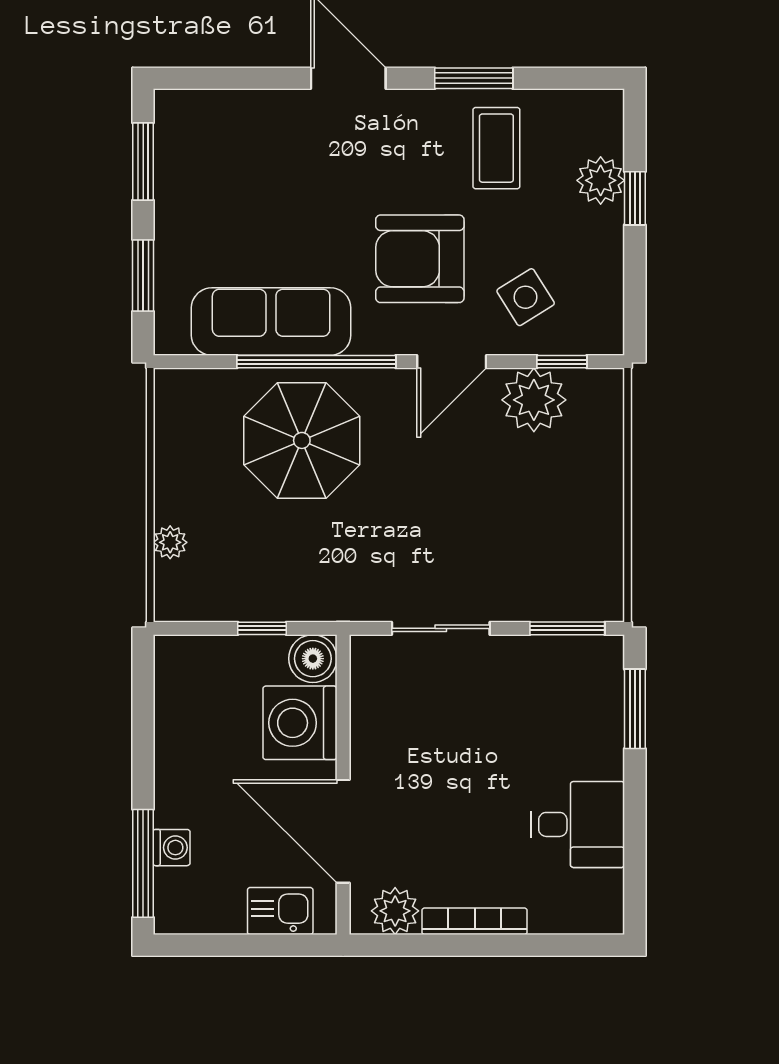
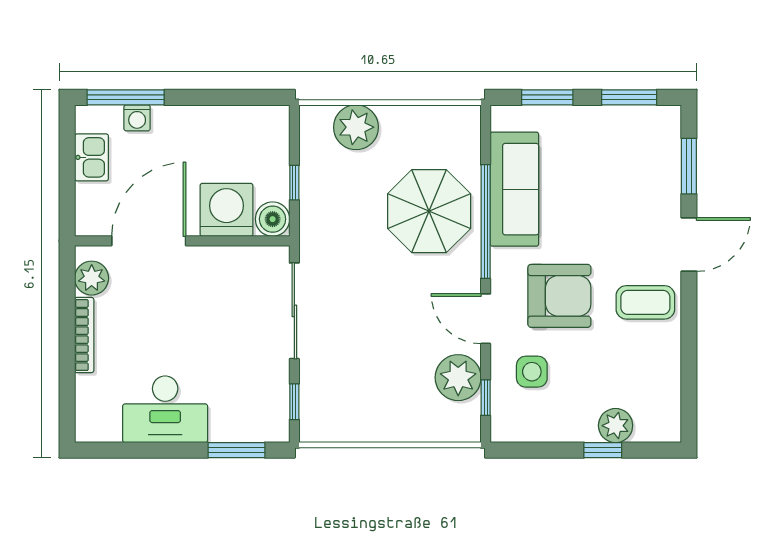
window: (474, 78) -> (689, 166), moved
coffee table: (496, 148) -> (645, 302), moved
armchair: (420, 259) -> (559, 296), turned 90
side table: (526, 297) -> (532, 372), turned 32
plant: (170, 542) -> (356, 127), width x1.87, depth x1.87
sliding door: (441, 628) -> (294, 311), width x1.37
window: (567, 628) -> (294, 402), width x0.67
desk: (578, 824) -> (165, 409), width x1.37
kitchen sink: (280, 911) -> (92, 157), moved

